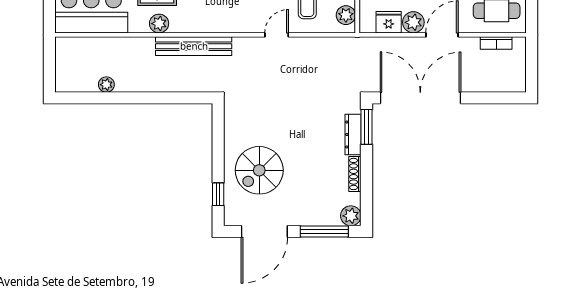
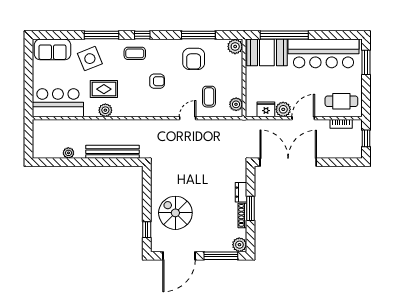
bench: (194, 46) -> (113, 152), moved
window: (532, 64) -> (366, 138), added
window: (367, 127) -> (250, 208), moved
dresser: (353, 135) -> (241, 192), width x0.70
spiral stairs: (259, 170) -> (175, 213), turned 90

